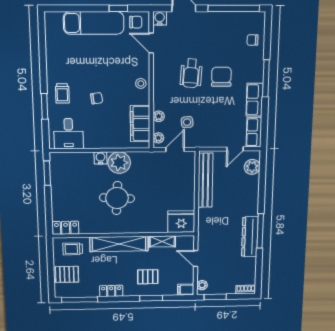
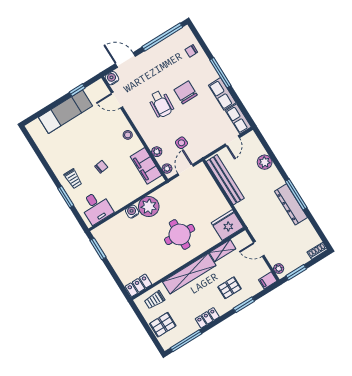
chair: (136, 22) -> (96, 92), removed
plant: (252, 167) -> (265, 162), moved
round table: (117, 198) -> (180, 234), moved

